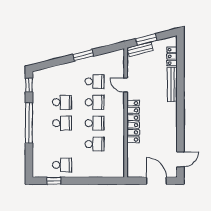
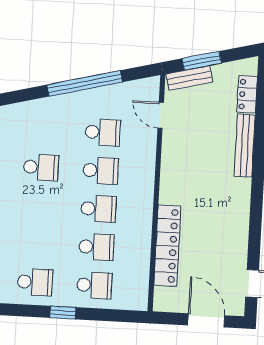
window: (83, 55) -> (85, 83), width x2.11
door: (126, 85) -> (161, 115), moved
locker: (133, 121) -> (167, 246), moved
school desk: (62, 123) -> (94, 285), moved
window: (54, 181) -> (63, 313), moved

